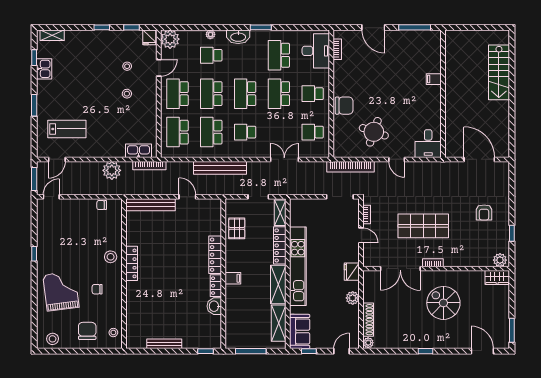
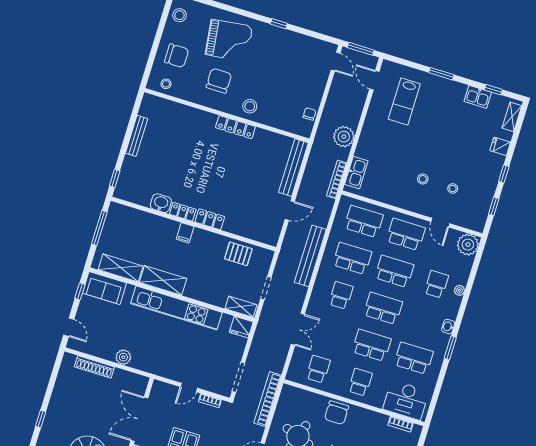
fridge: (149, 37) -> (500, 146), moved
washbasin: (238, 37) -> (448, 327), width x0.52, depth x0.69
locker: (280, 245) -> (205, 295), removed
locker: (215, 255) -> (210, 219), width x0.66
fridge: (352, 272) -> (241, 327), moved, turned 180
chair: (97, 289) -> (219, 81), width x1.87, depth x1.87
plant: (368, 343) -> (69, 359), removed

